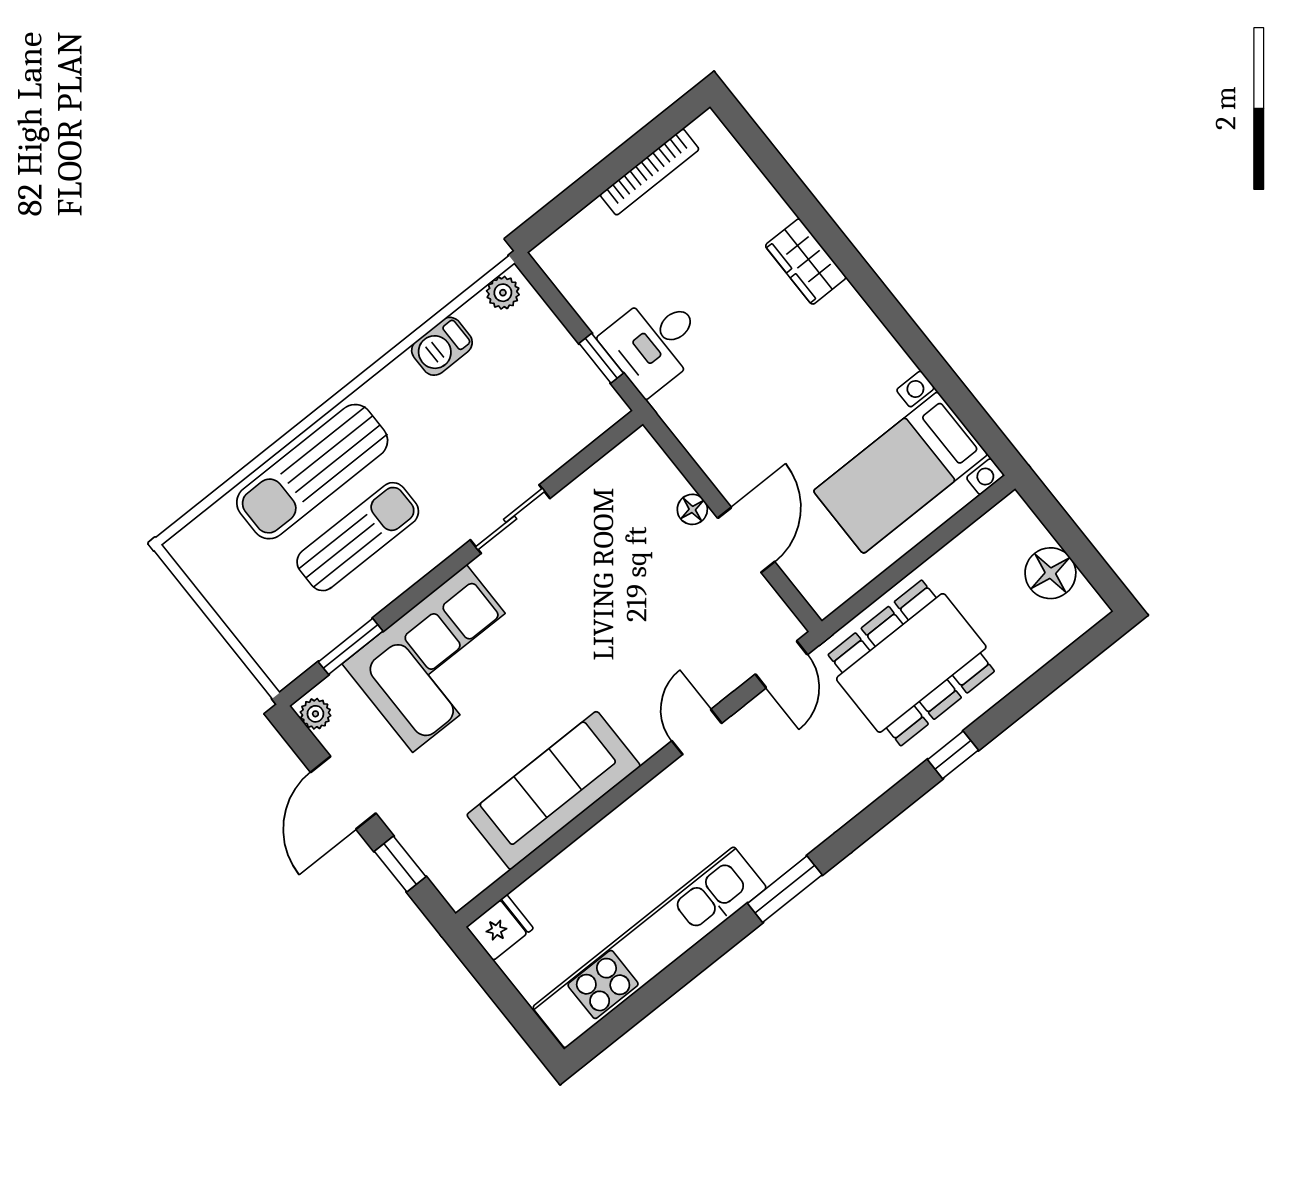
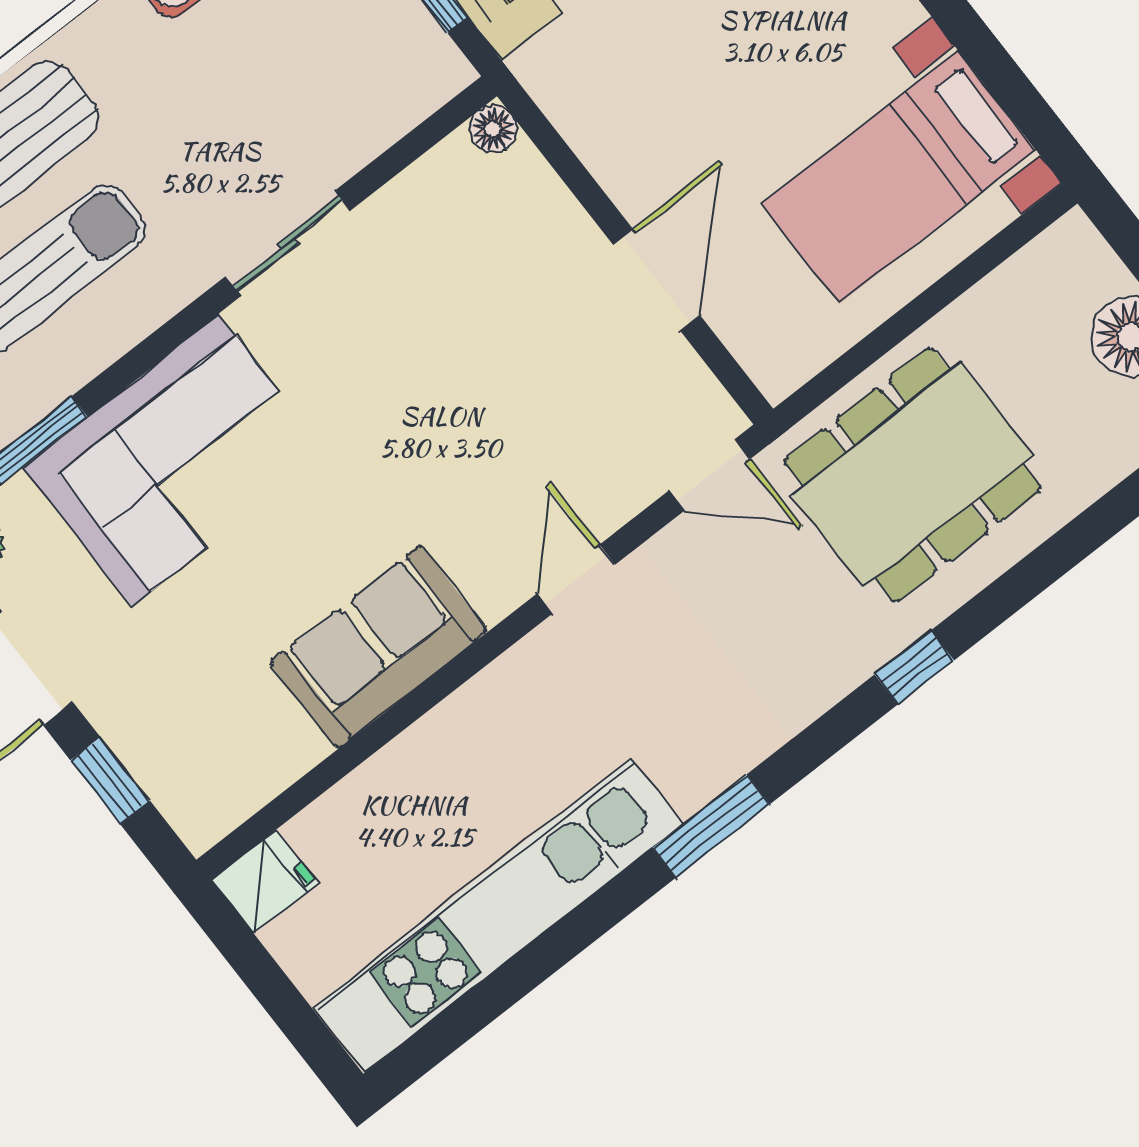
floor lamp: (692, 509) -> (493, 129), moved
door: (781, 664) -> (709, 475), hinge flipped
window: (953, 755) -> (914, 667), moved
sofa: (554, 790) -> (379, 647), width x0.73

